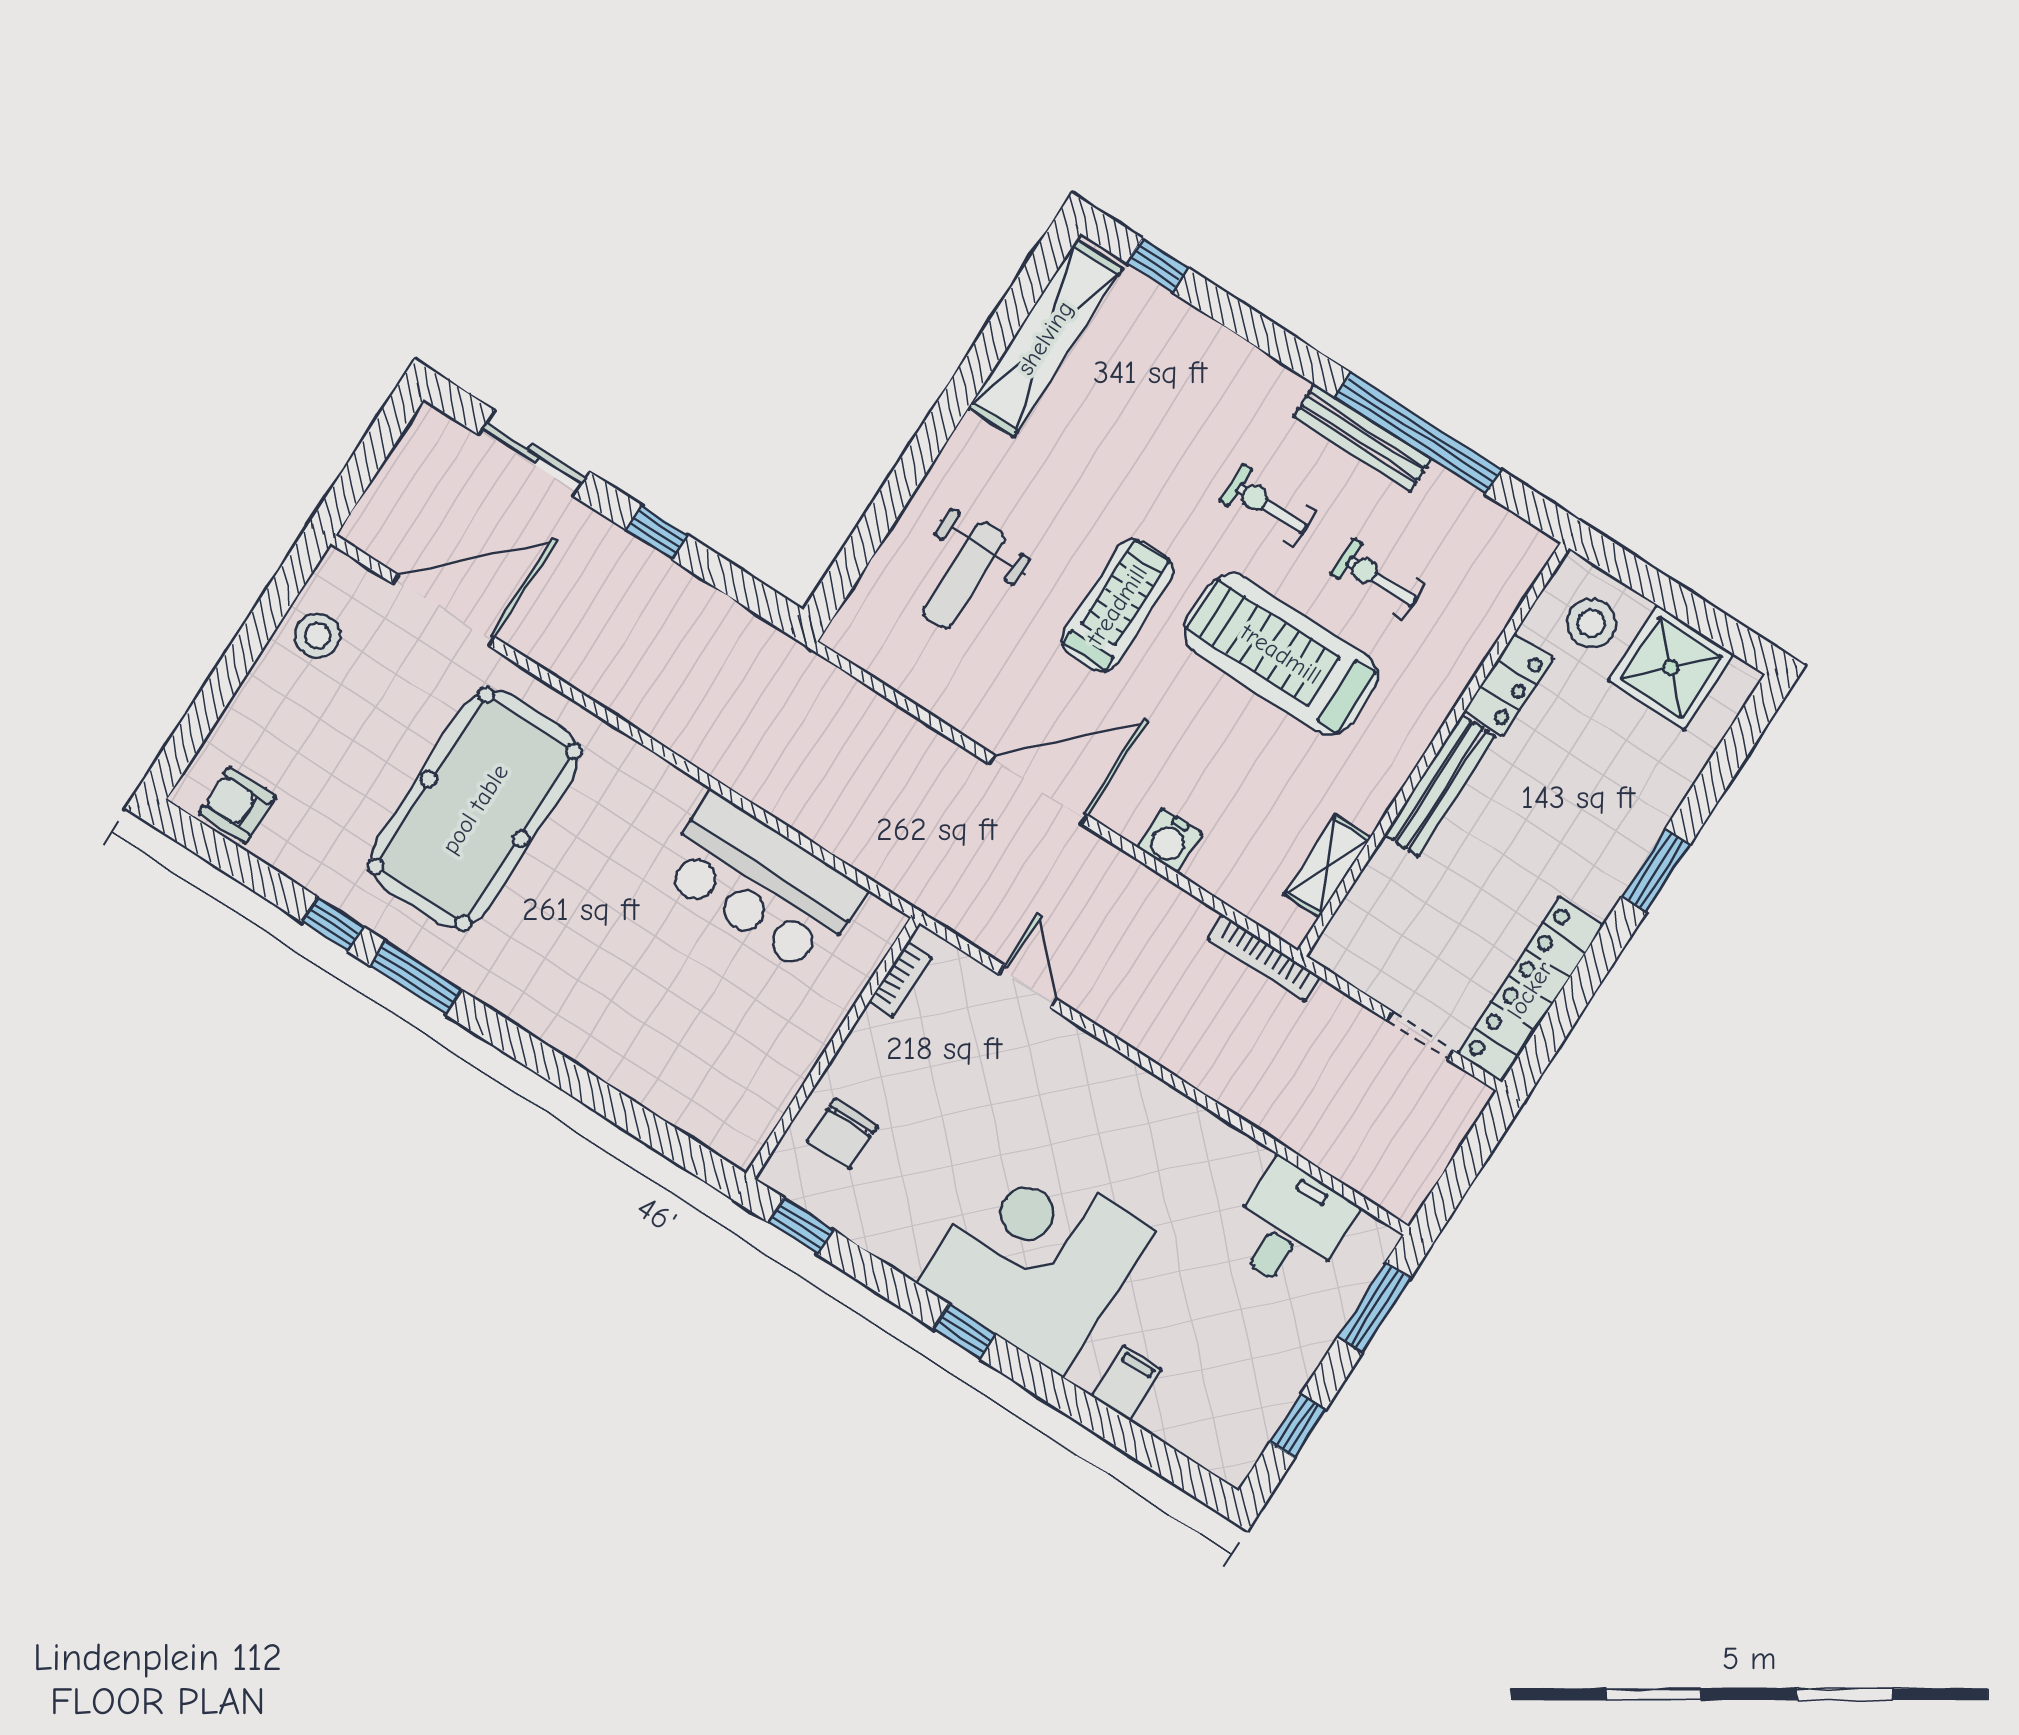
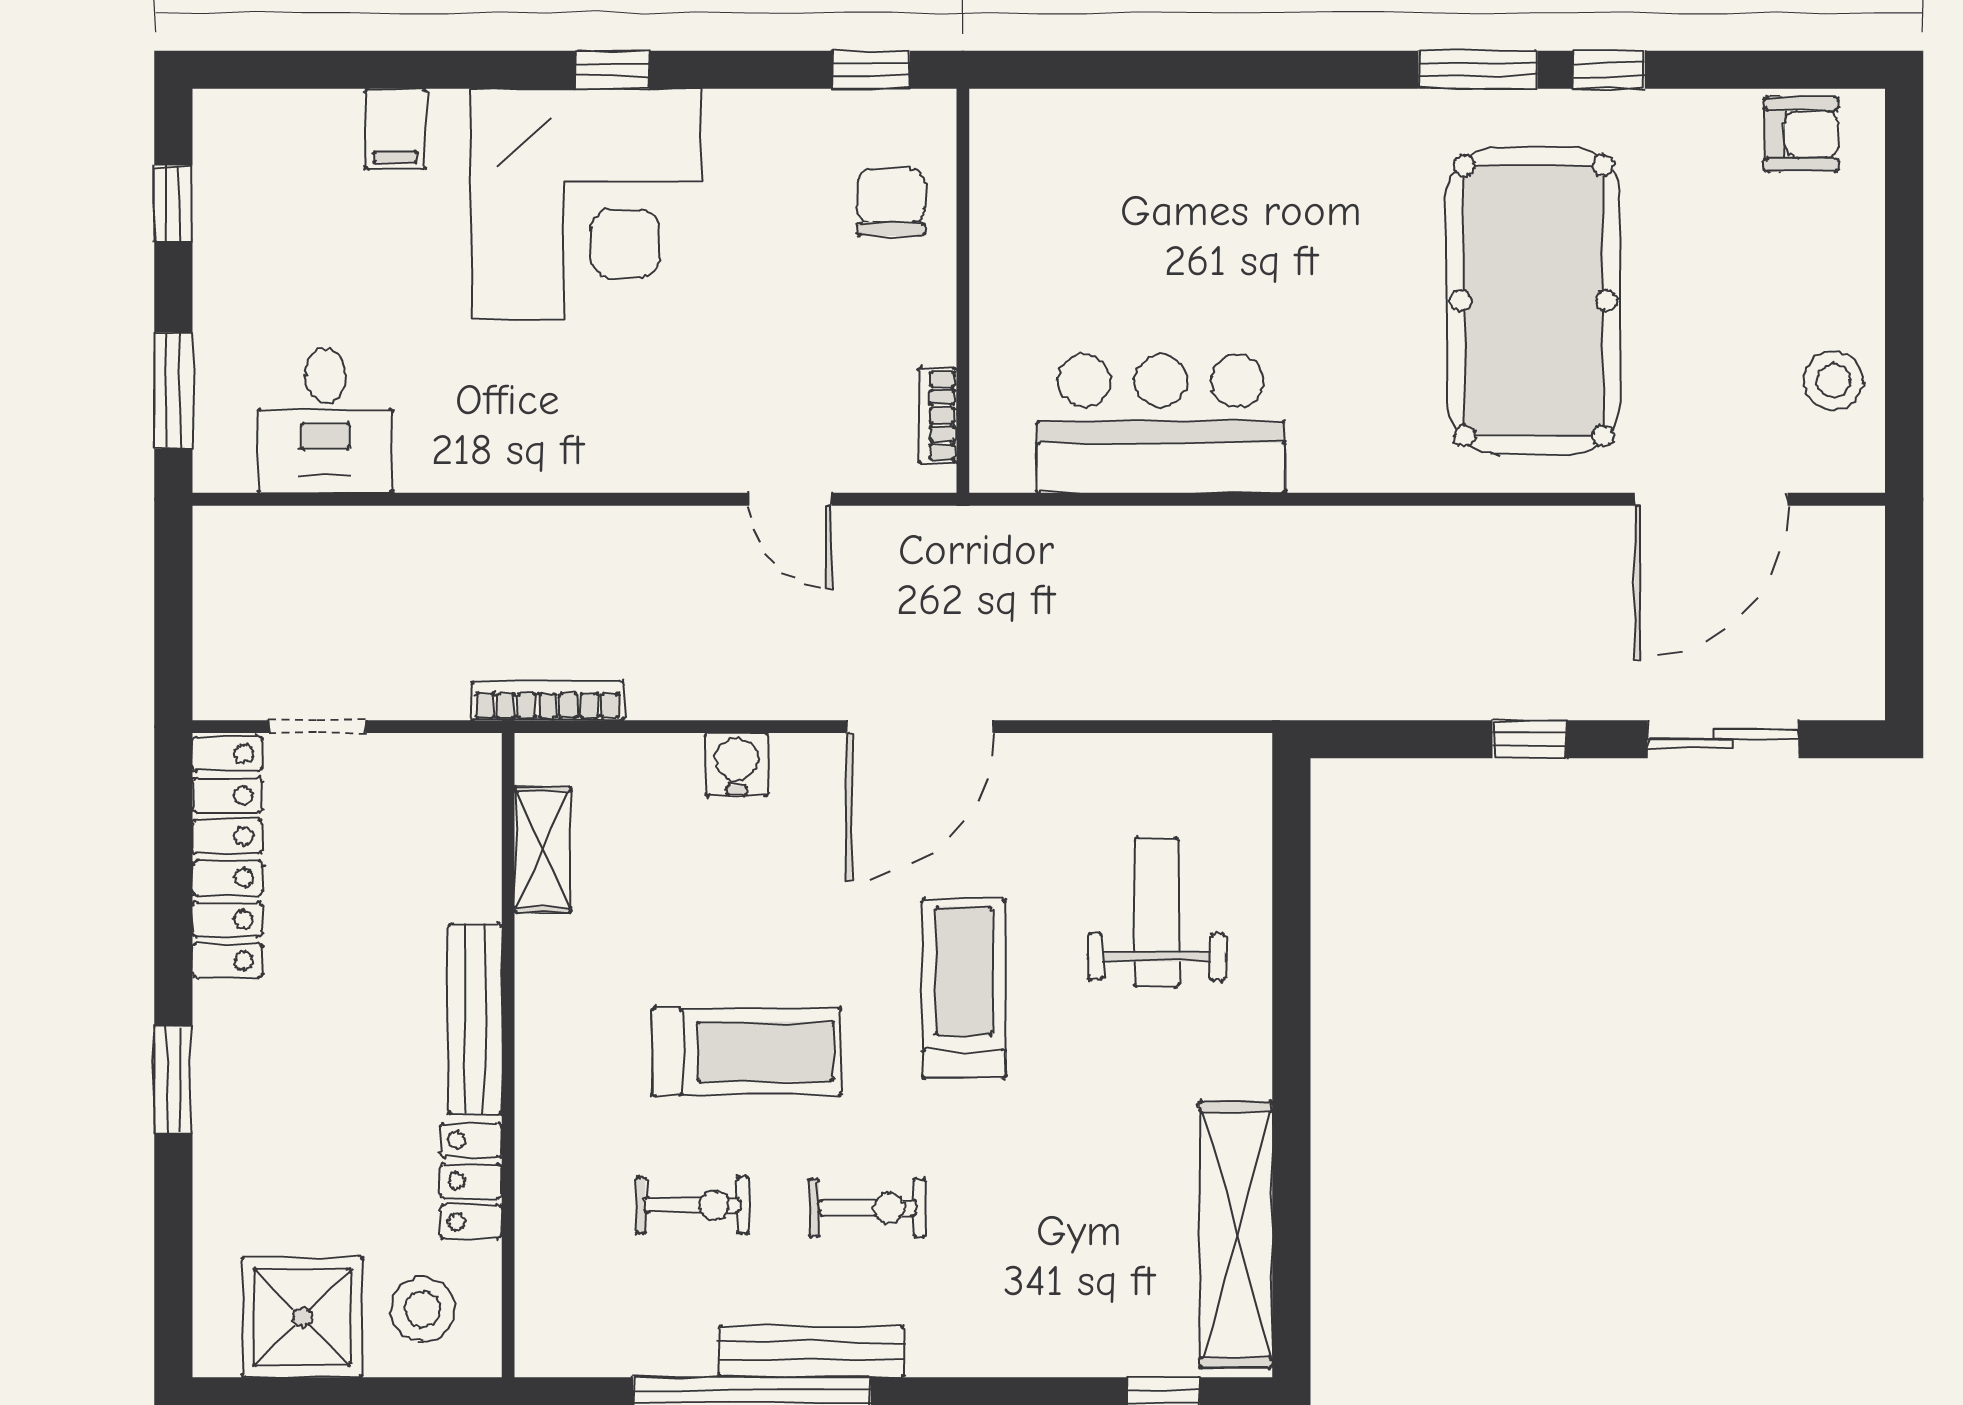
treadmill: (1117, 605) -> (964, 989), turned 180
treadmill: (1281, 654) -> (747, 1052), width x0.73, depth x0.73

